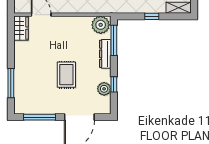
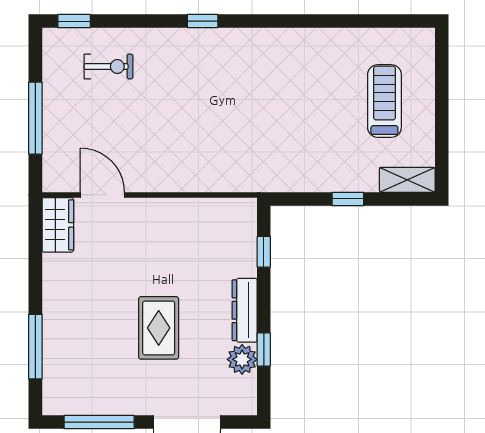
plant: (101, 25) -> (234, 218), removed
window: (114, 40) -> (264, 252), width x0.46
dresser: (105, 54) -> (245, 310), moved

